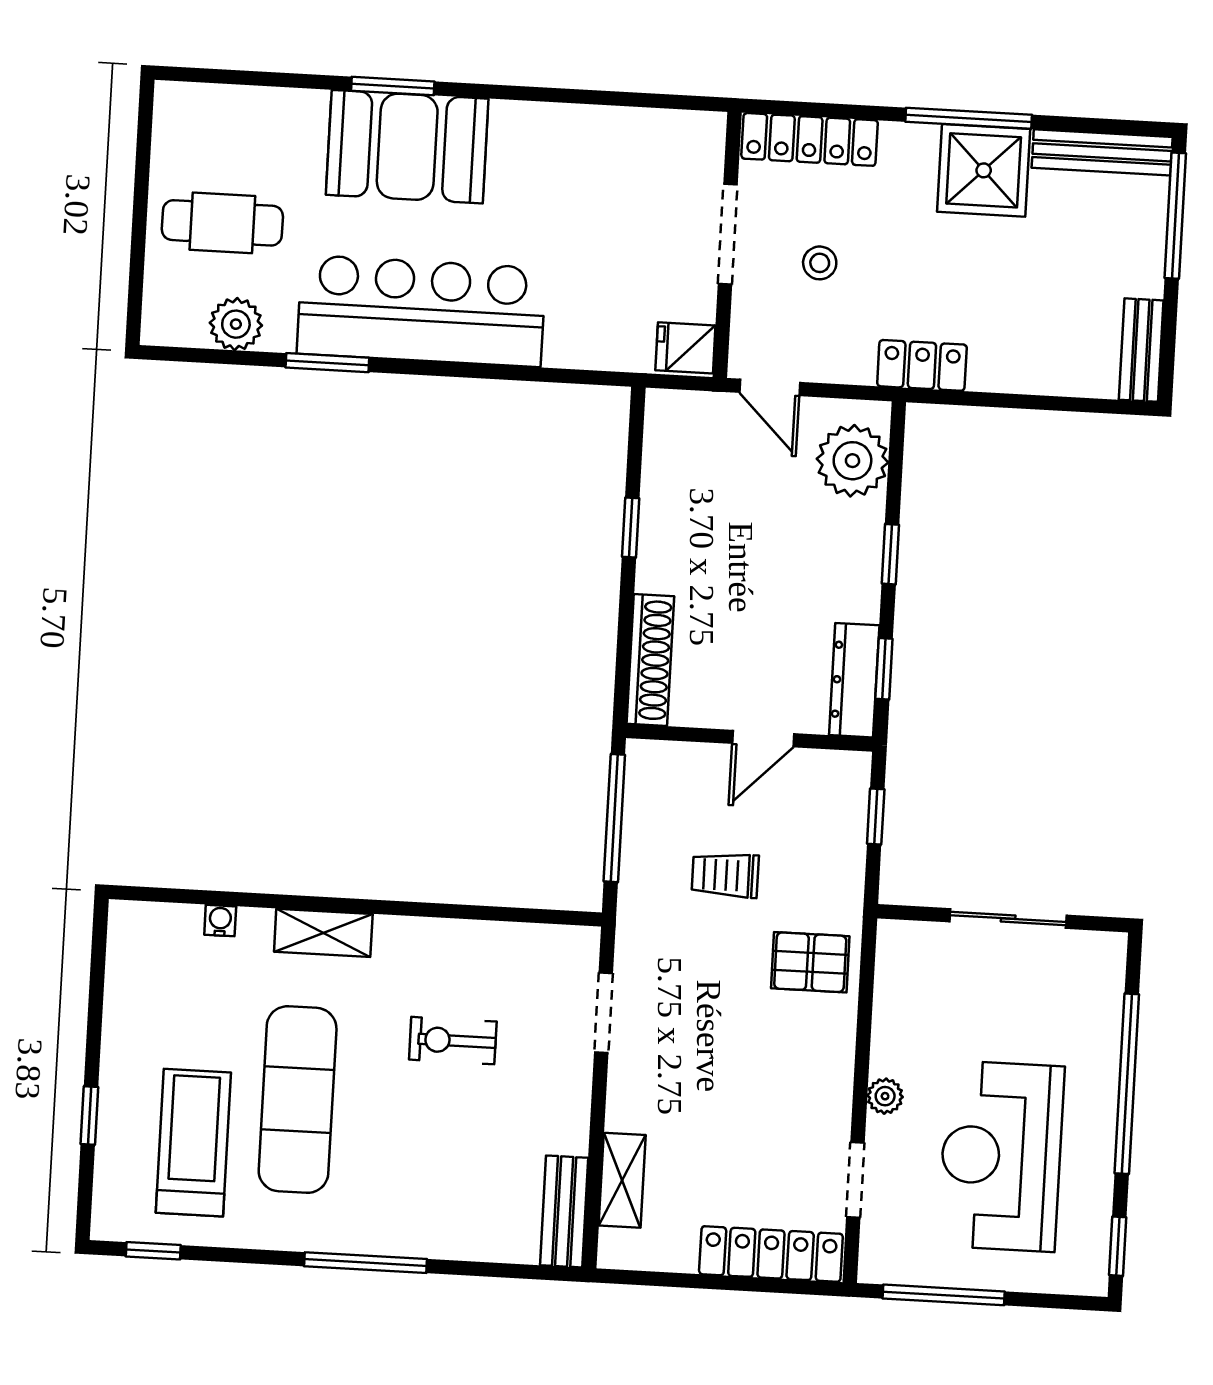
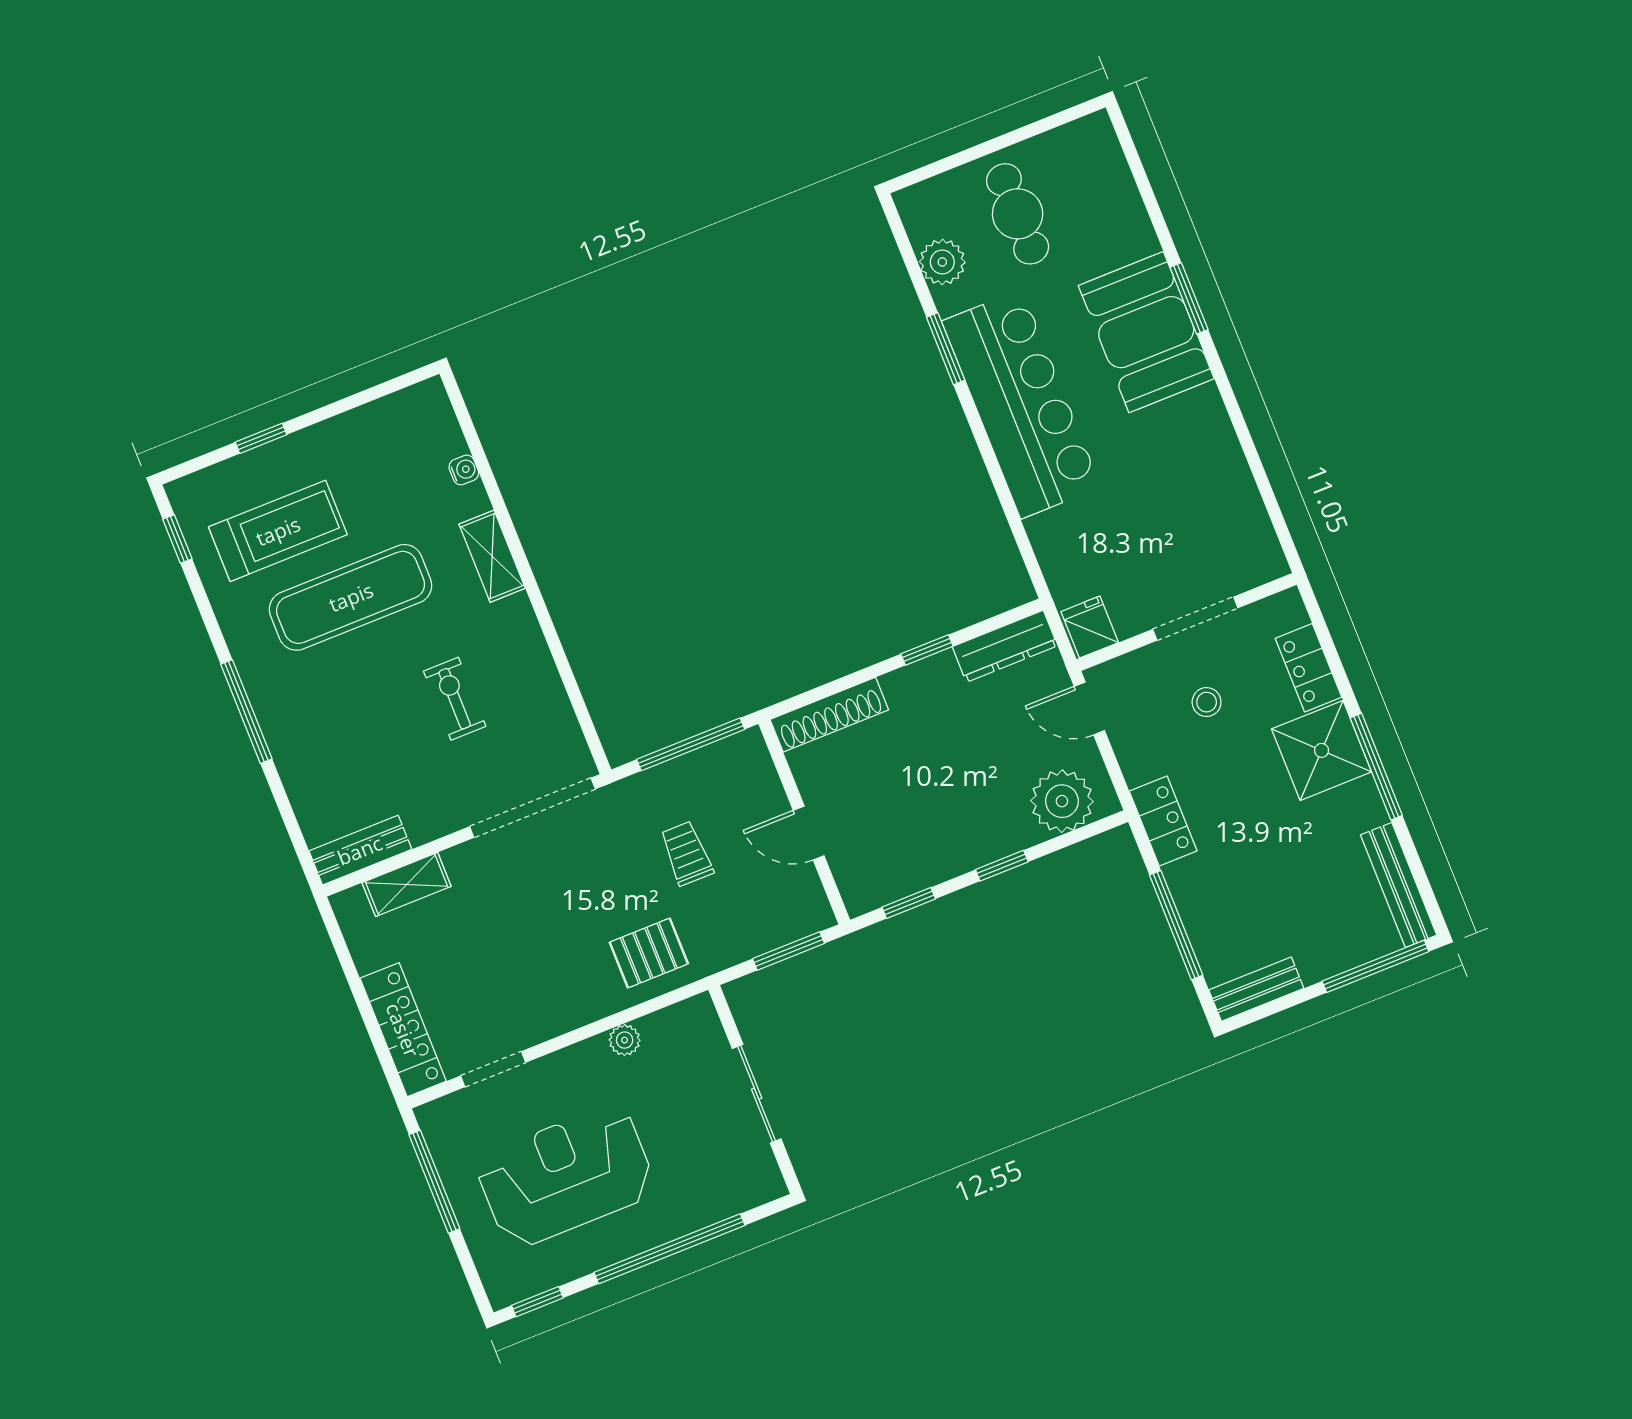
locker: (810, 139) -> (1308, 668), width x0.66
shower: (984, 170) -> (1322, 750), moved
door: (770, 387) -> (1089, 708), hinge flipped
window: (1036, 402) -> (1176, 925), added
dresser: (854, 680) -> (1005, 646), moved, turned 180
window: (876, 817) -> (789, 951), width x1.50
pallet: (810, 962) -> (649, 953), turned 90
doorway: (603, 1013) -> (532, 808), width x1.88
plant: (885, 1096) -> (625, 1040), moved

